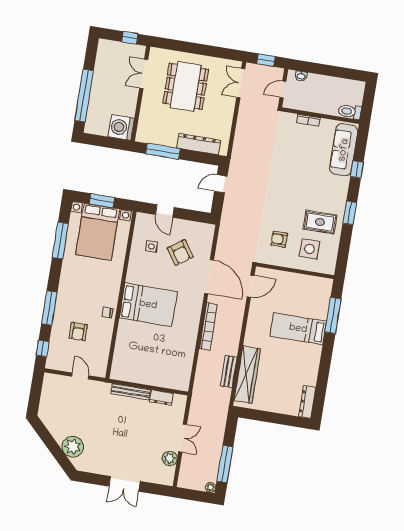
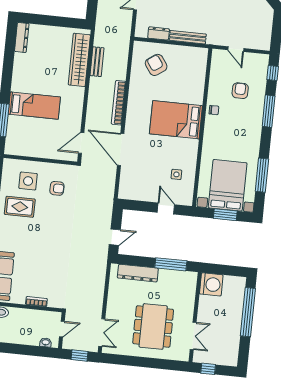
armchair: (180, 252) -> (156, 65), moved

